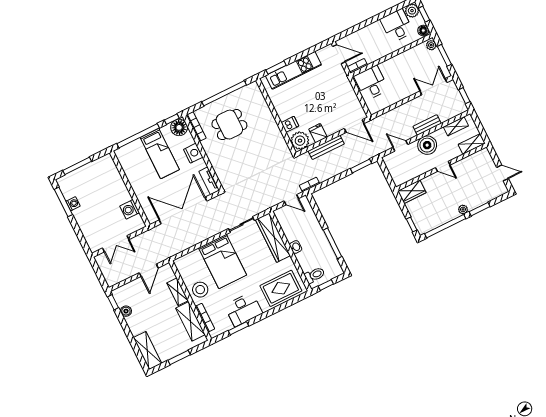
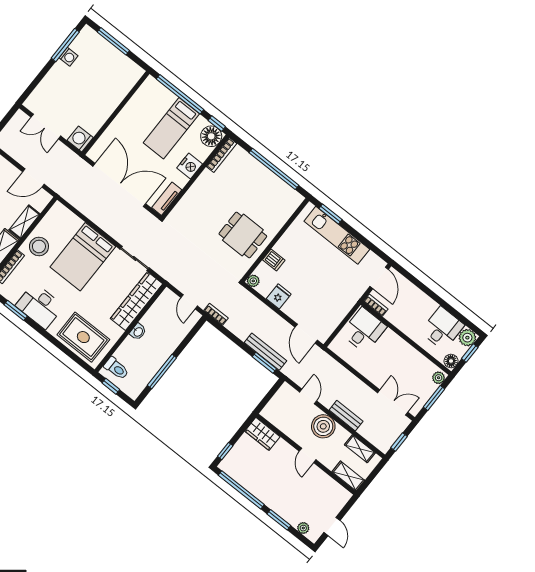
dining table: (229, 125) -> (243, 235), moved
plant: (300, 141) -> (253, 281), width x0.53, depth x0.53
bench: (326, 147) -> (265, 352), moved
washing machine: (130, 209) -> (80, 139), moved
plant: (463, 209) -> (303, 528), moved

